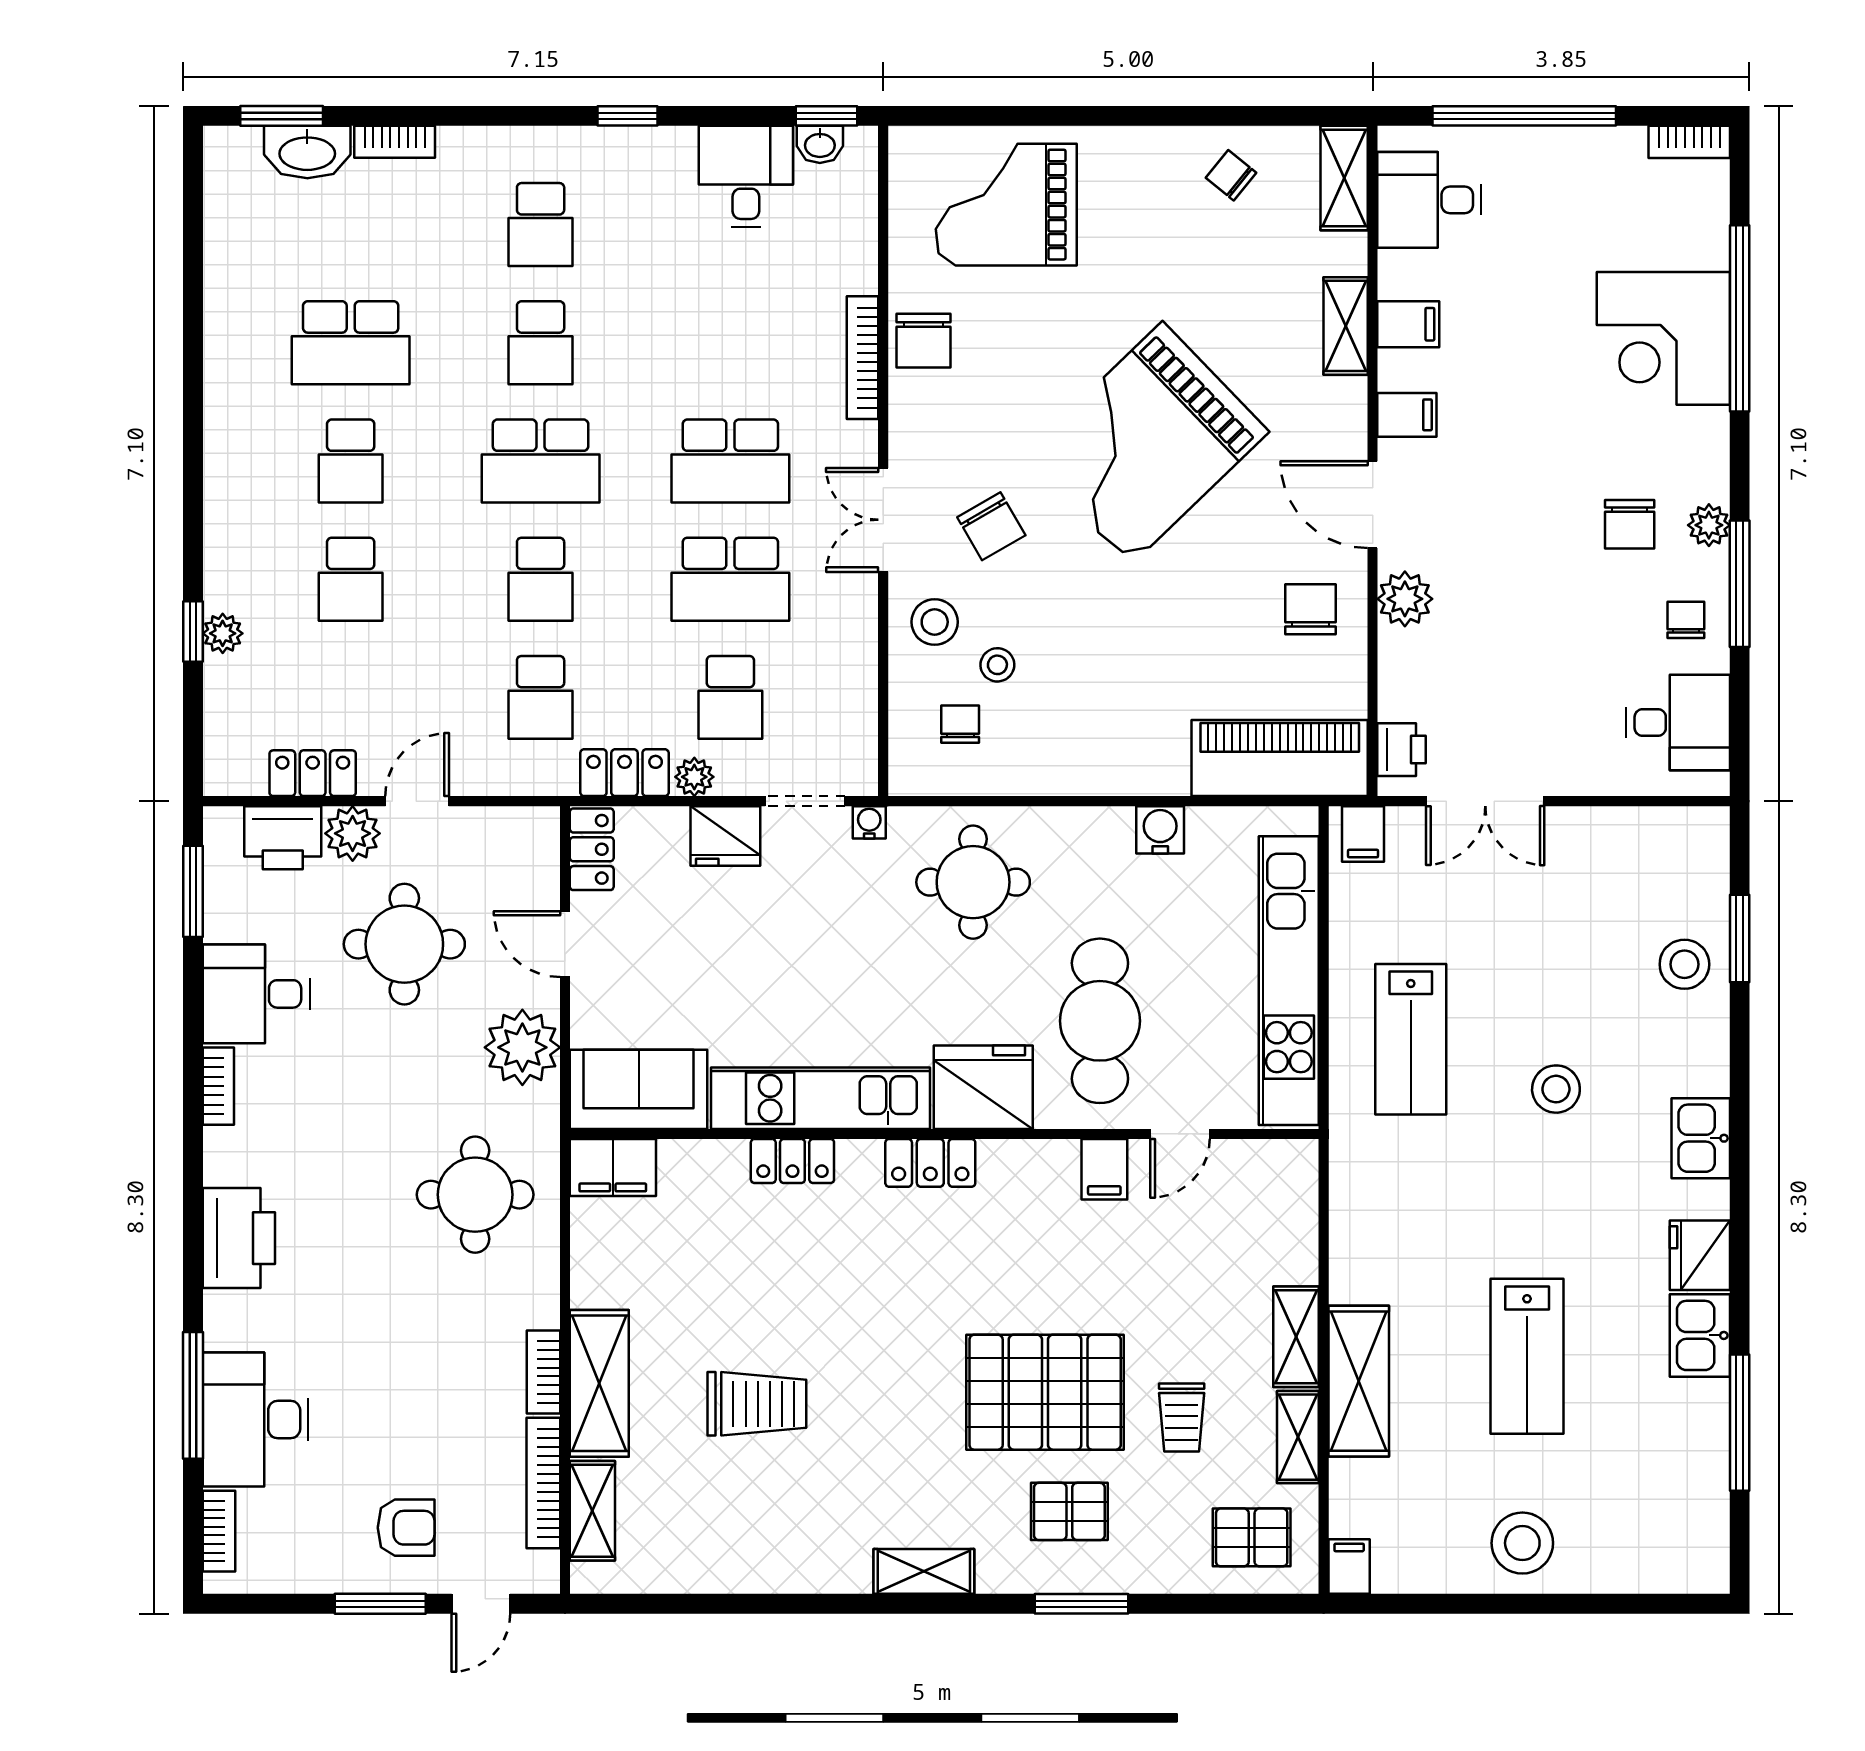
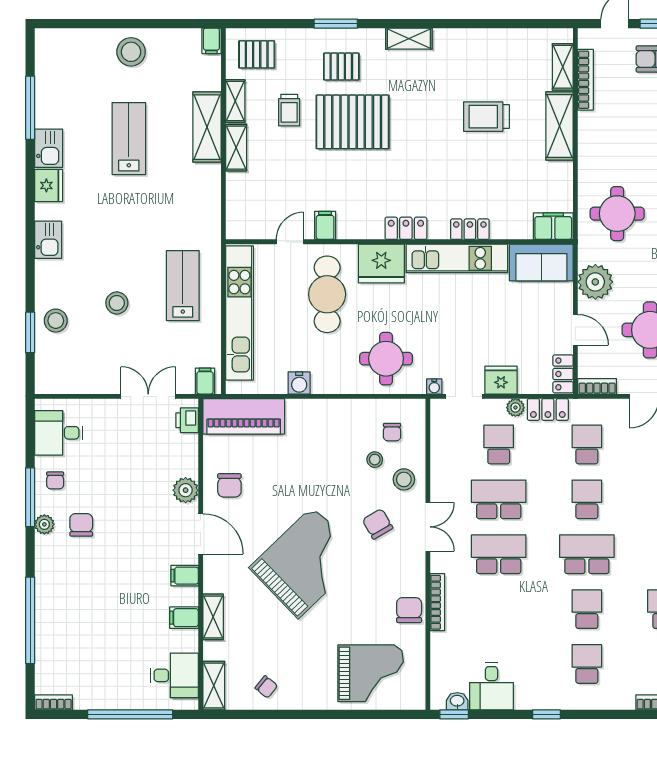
corner desk: (1663, 338) -> (66, 611), removed
stool: (1556, 1089) -> (117, 303), moved
bookcase: (543, 1372) -> (597, 386), moved, turned -90
trolley: (1182, 1418) -> (289, 110), turned 180

